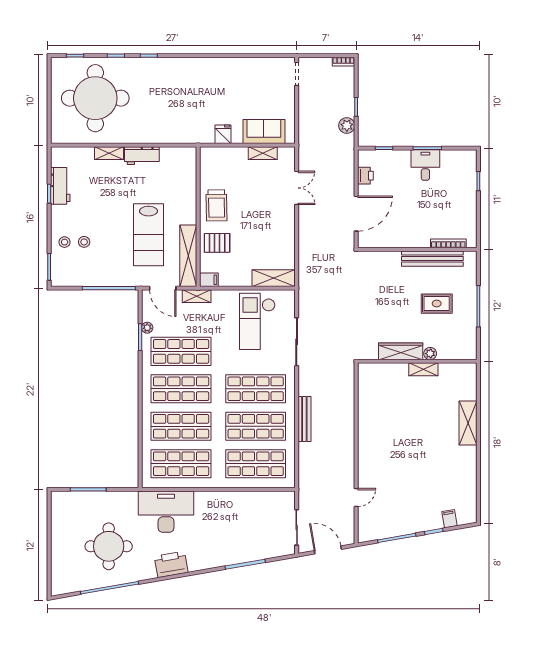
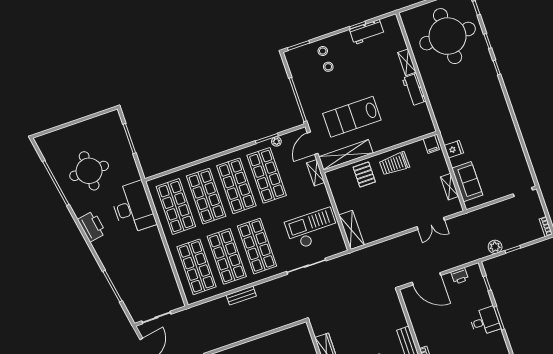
filing cabinet: (209, 280) -> (431, 144), moved
bench: (304, 419) -> (241, 296), width x0.73

